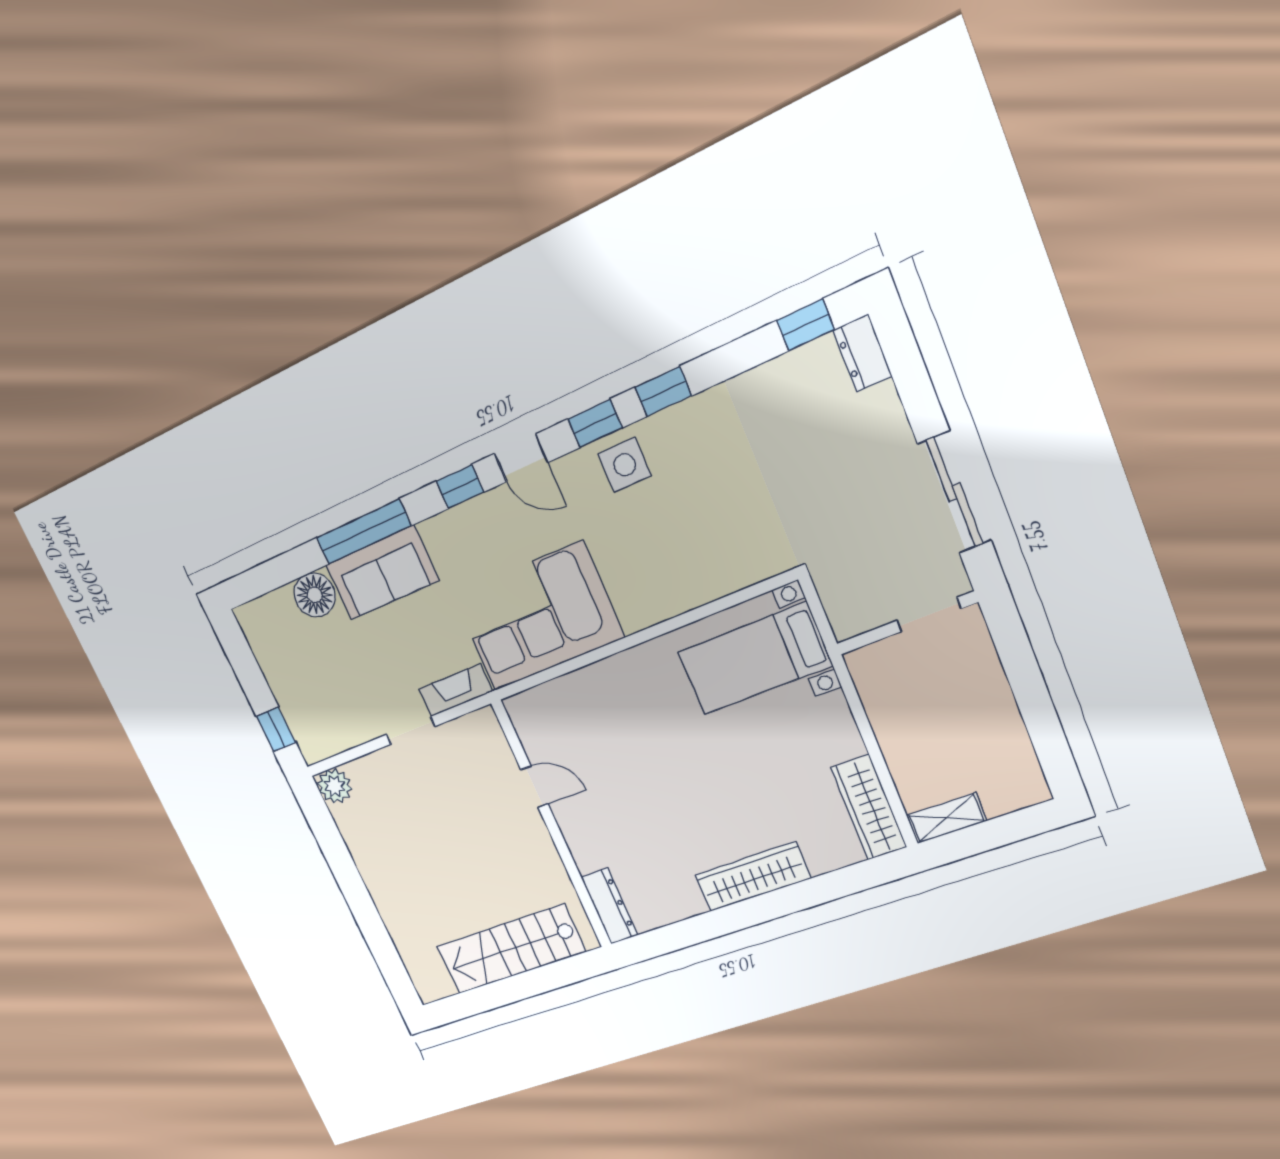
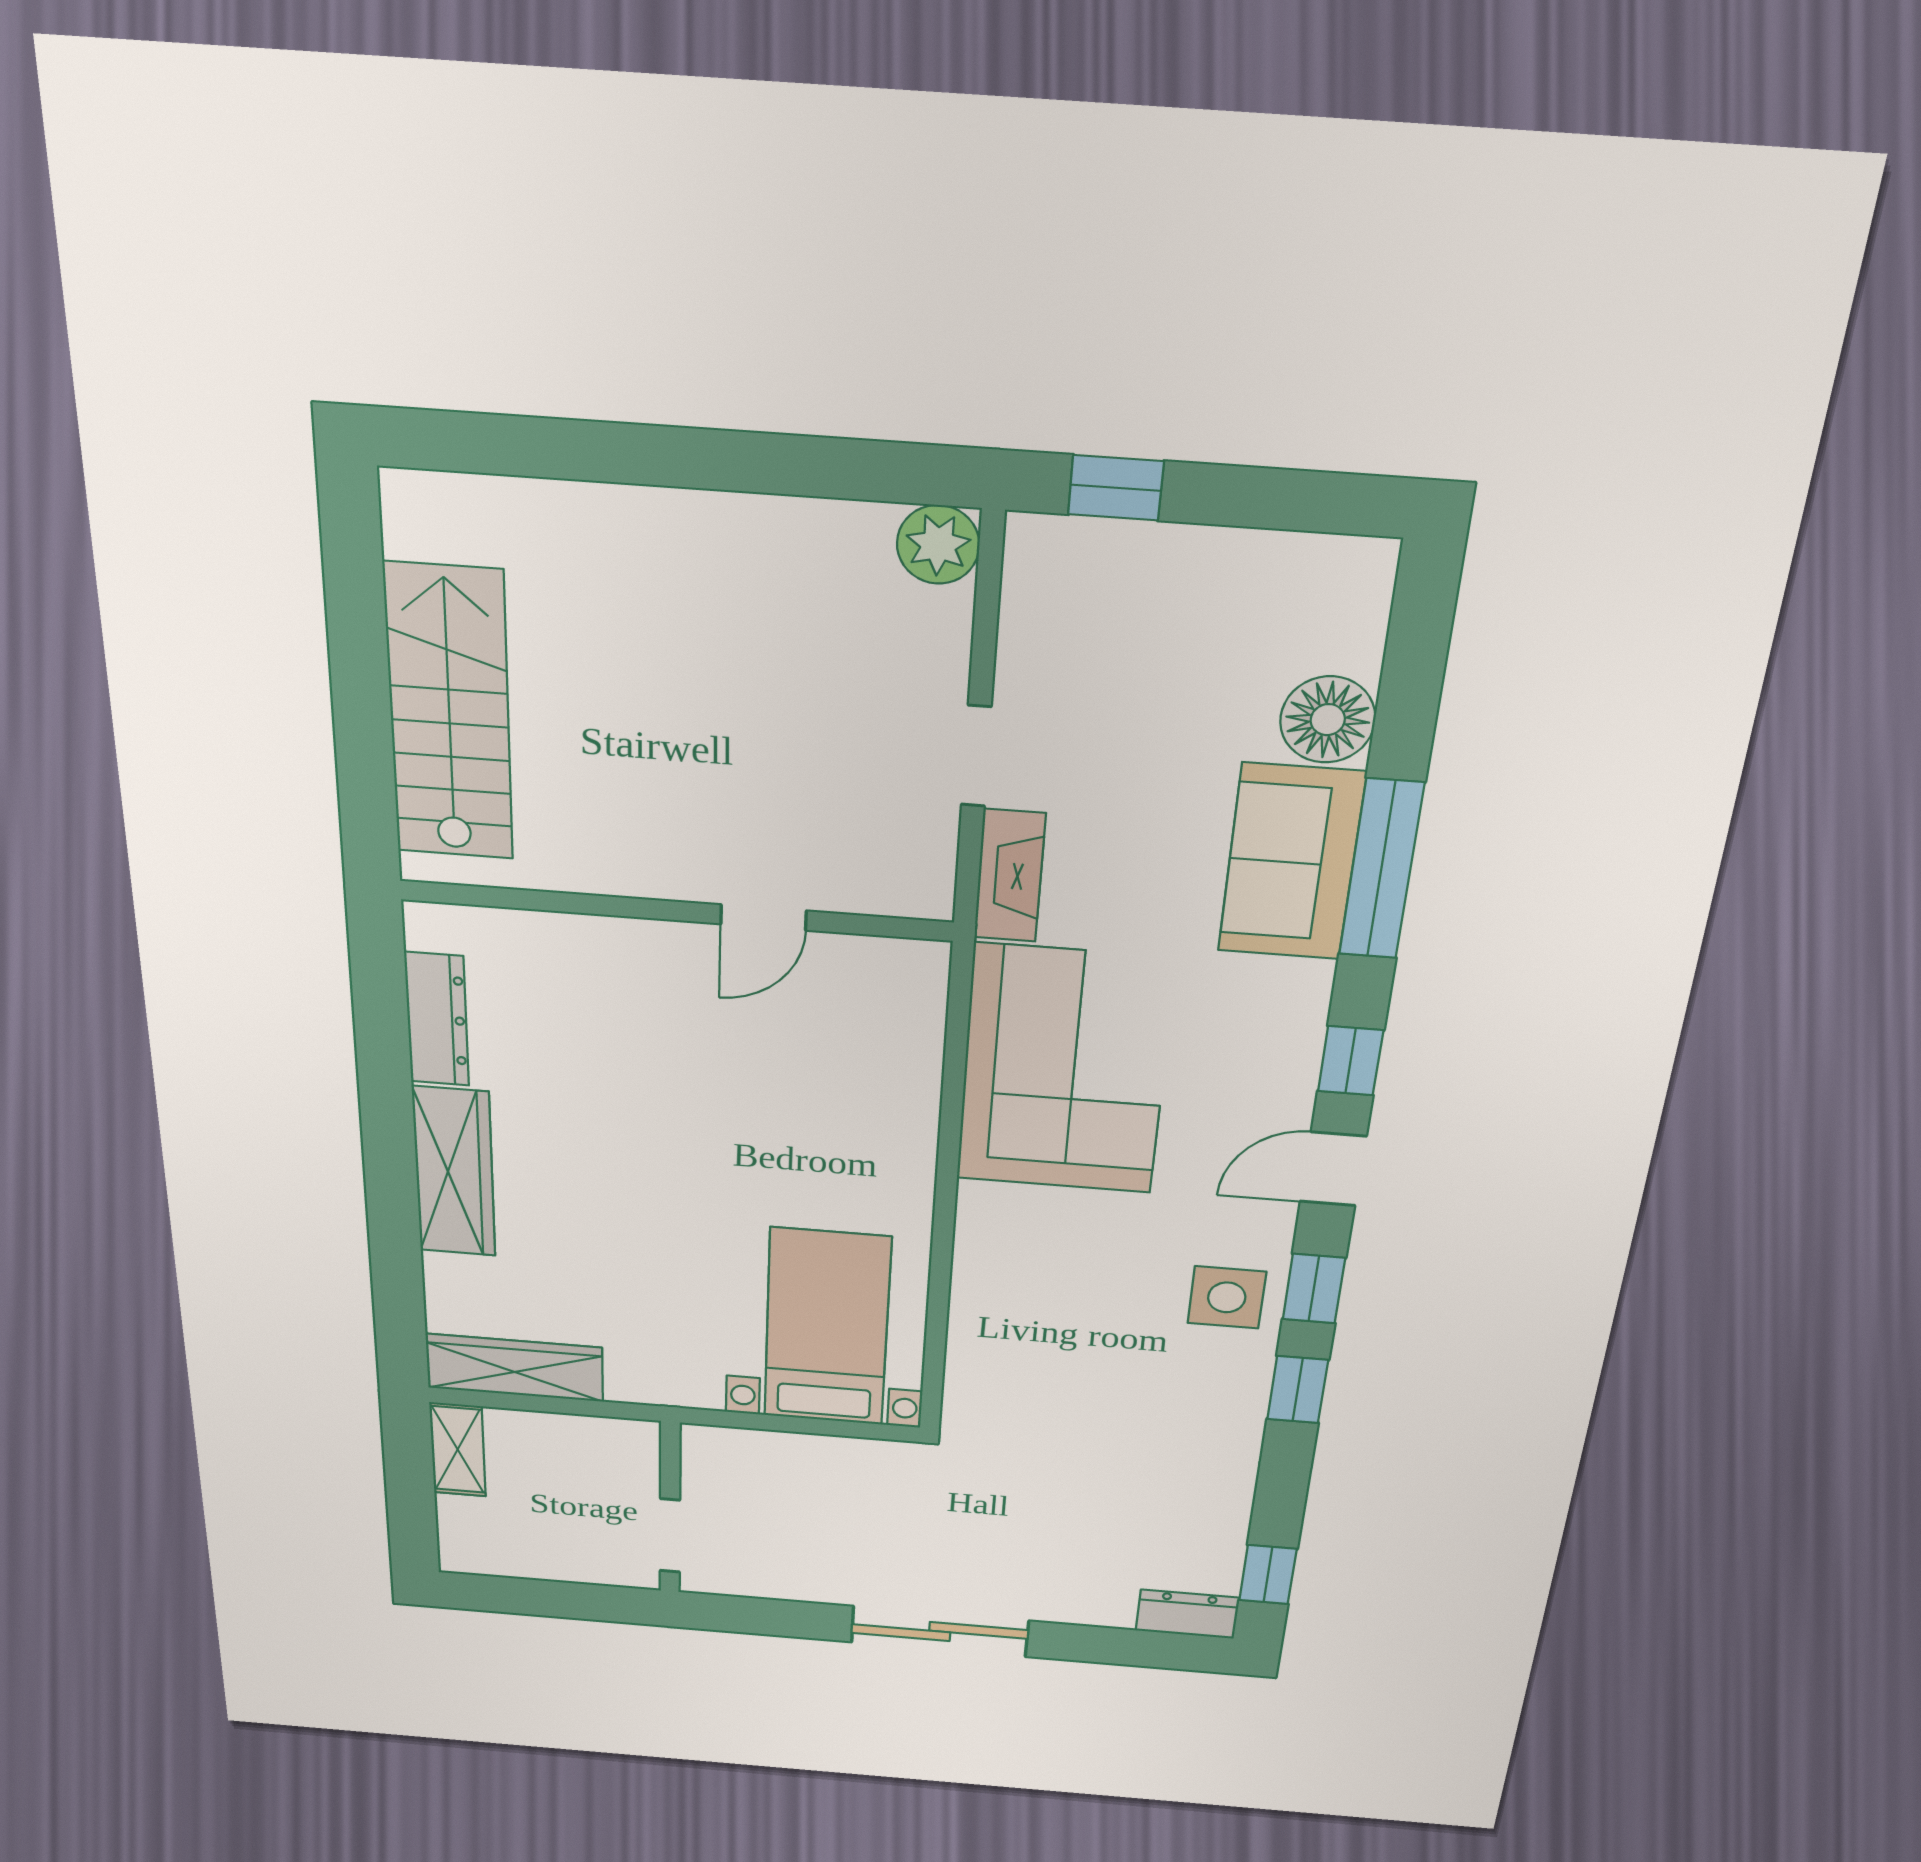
doorway: (929, 615) -> (670, 1536), moved
wall: (907, 623) -> (670, 1508), moved
dresser: (609, 906) -> (437, 1019), moved, turned -90

